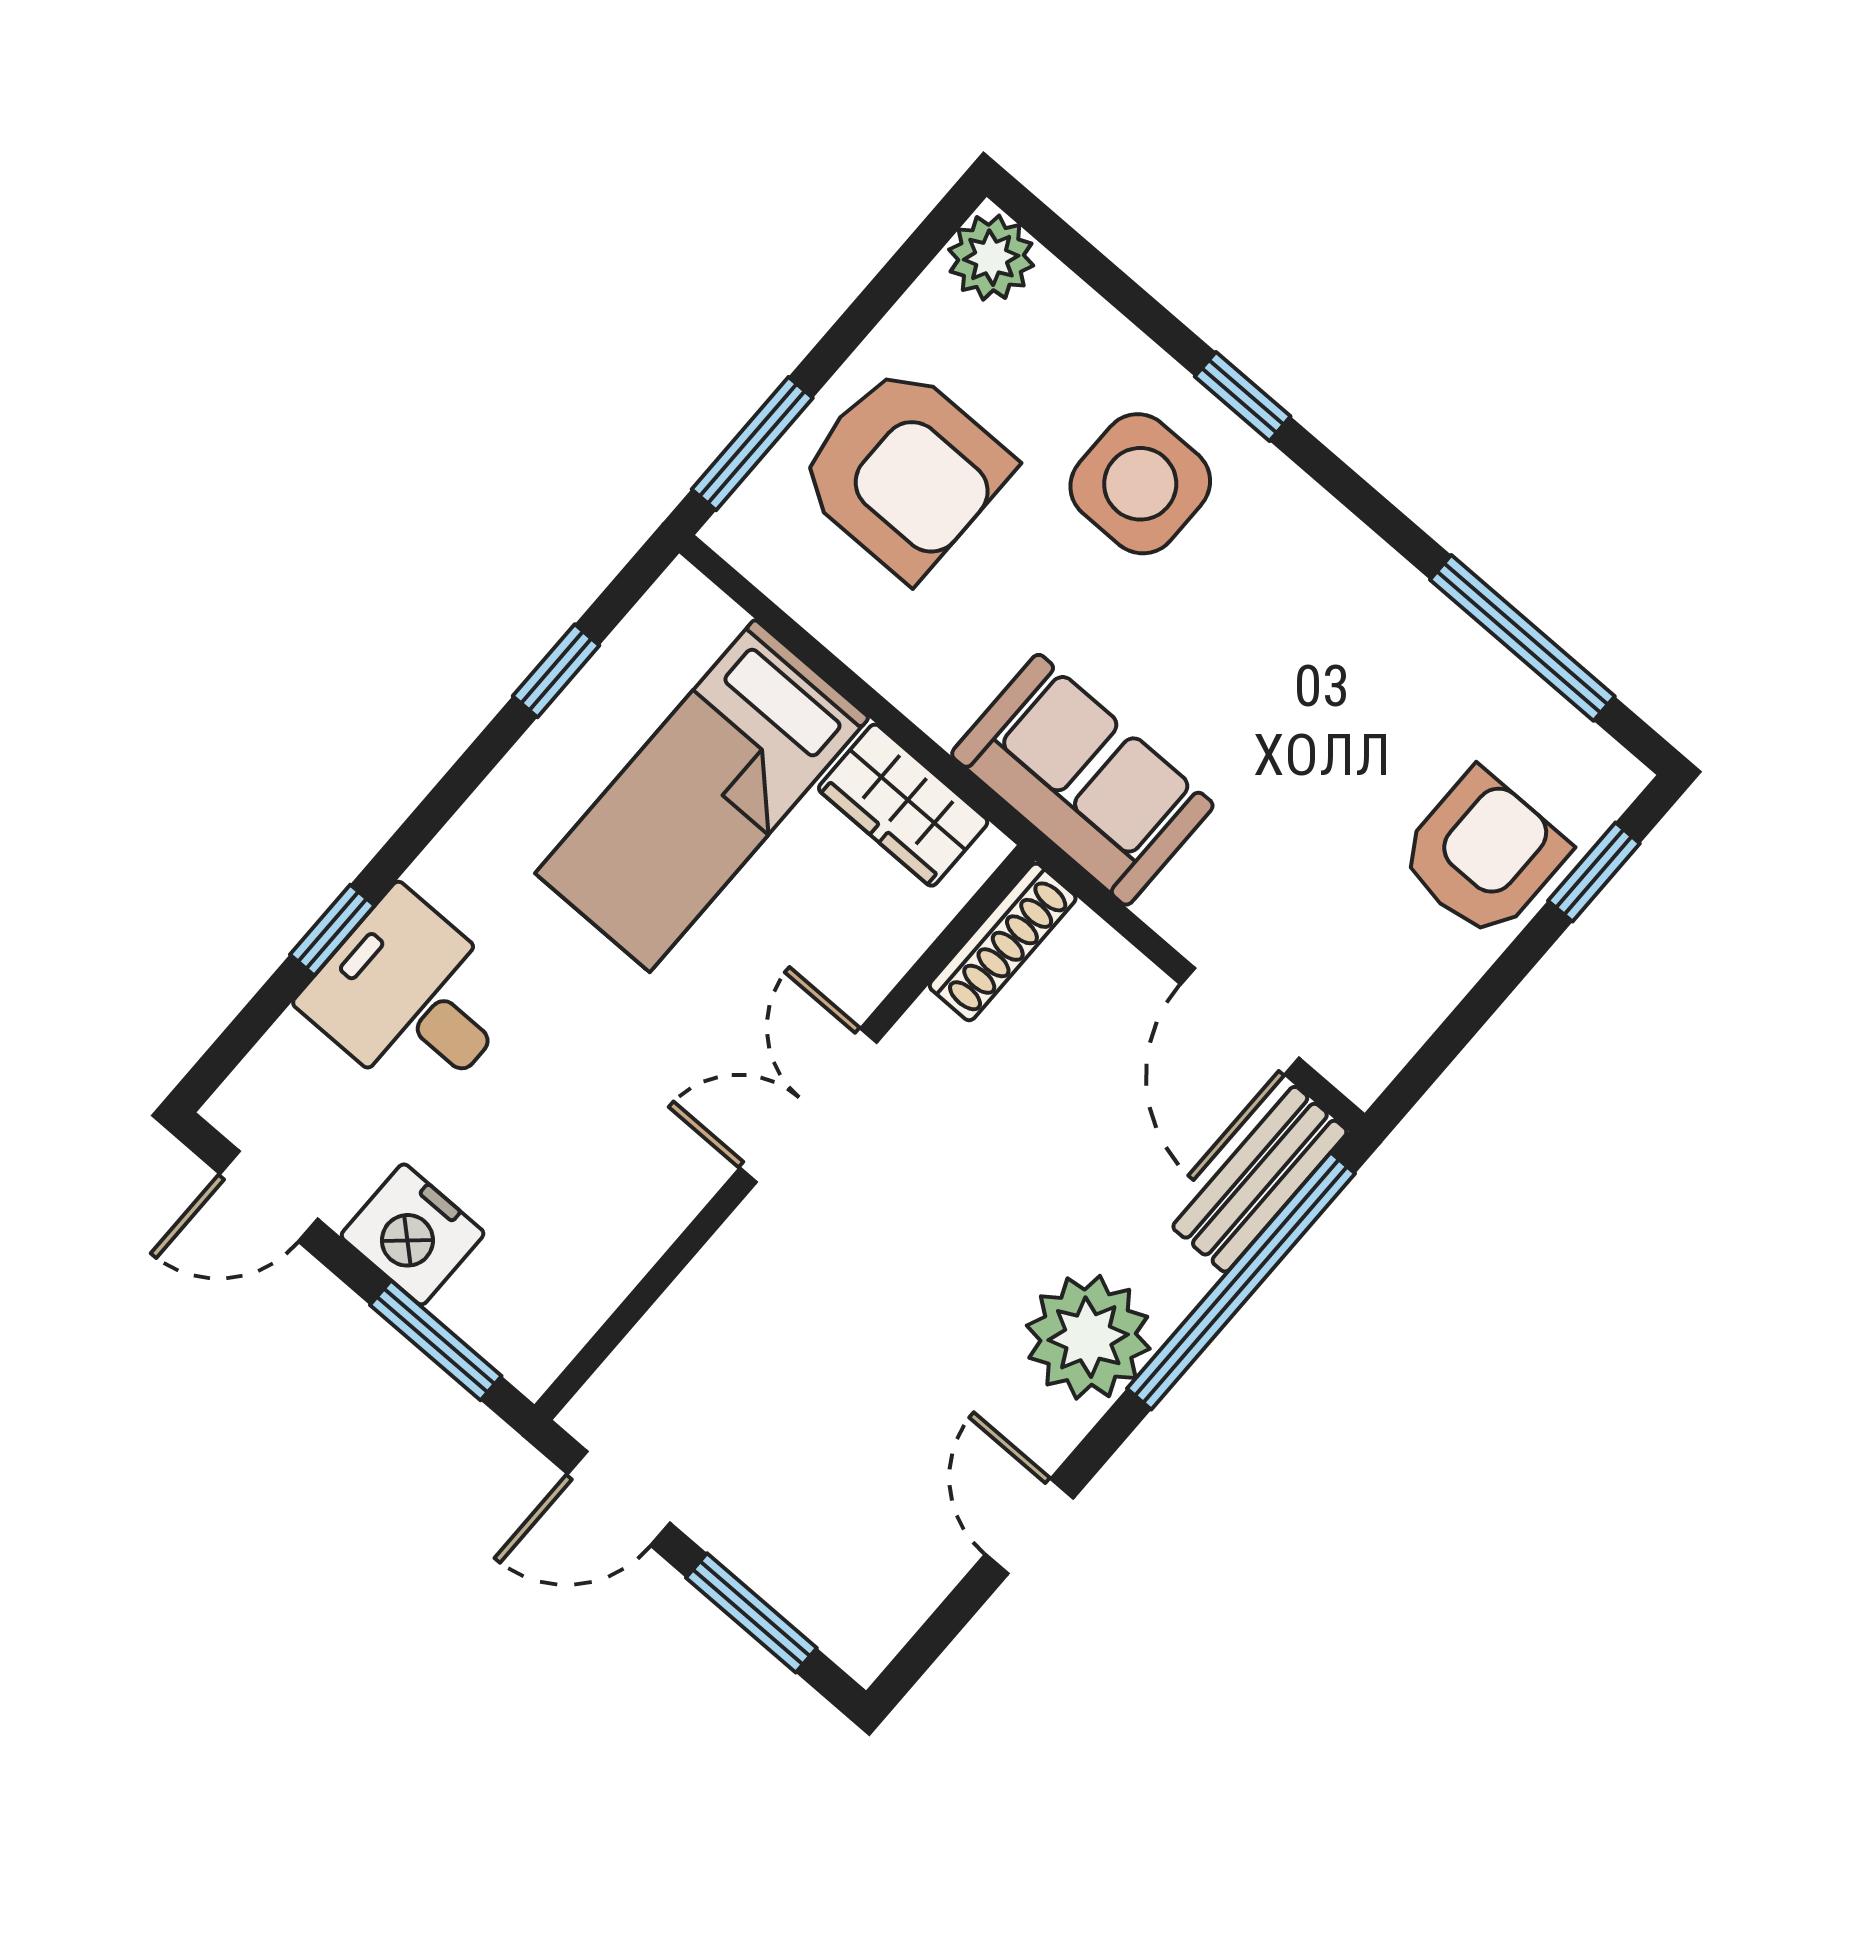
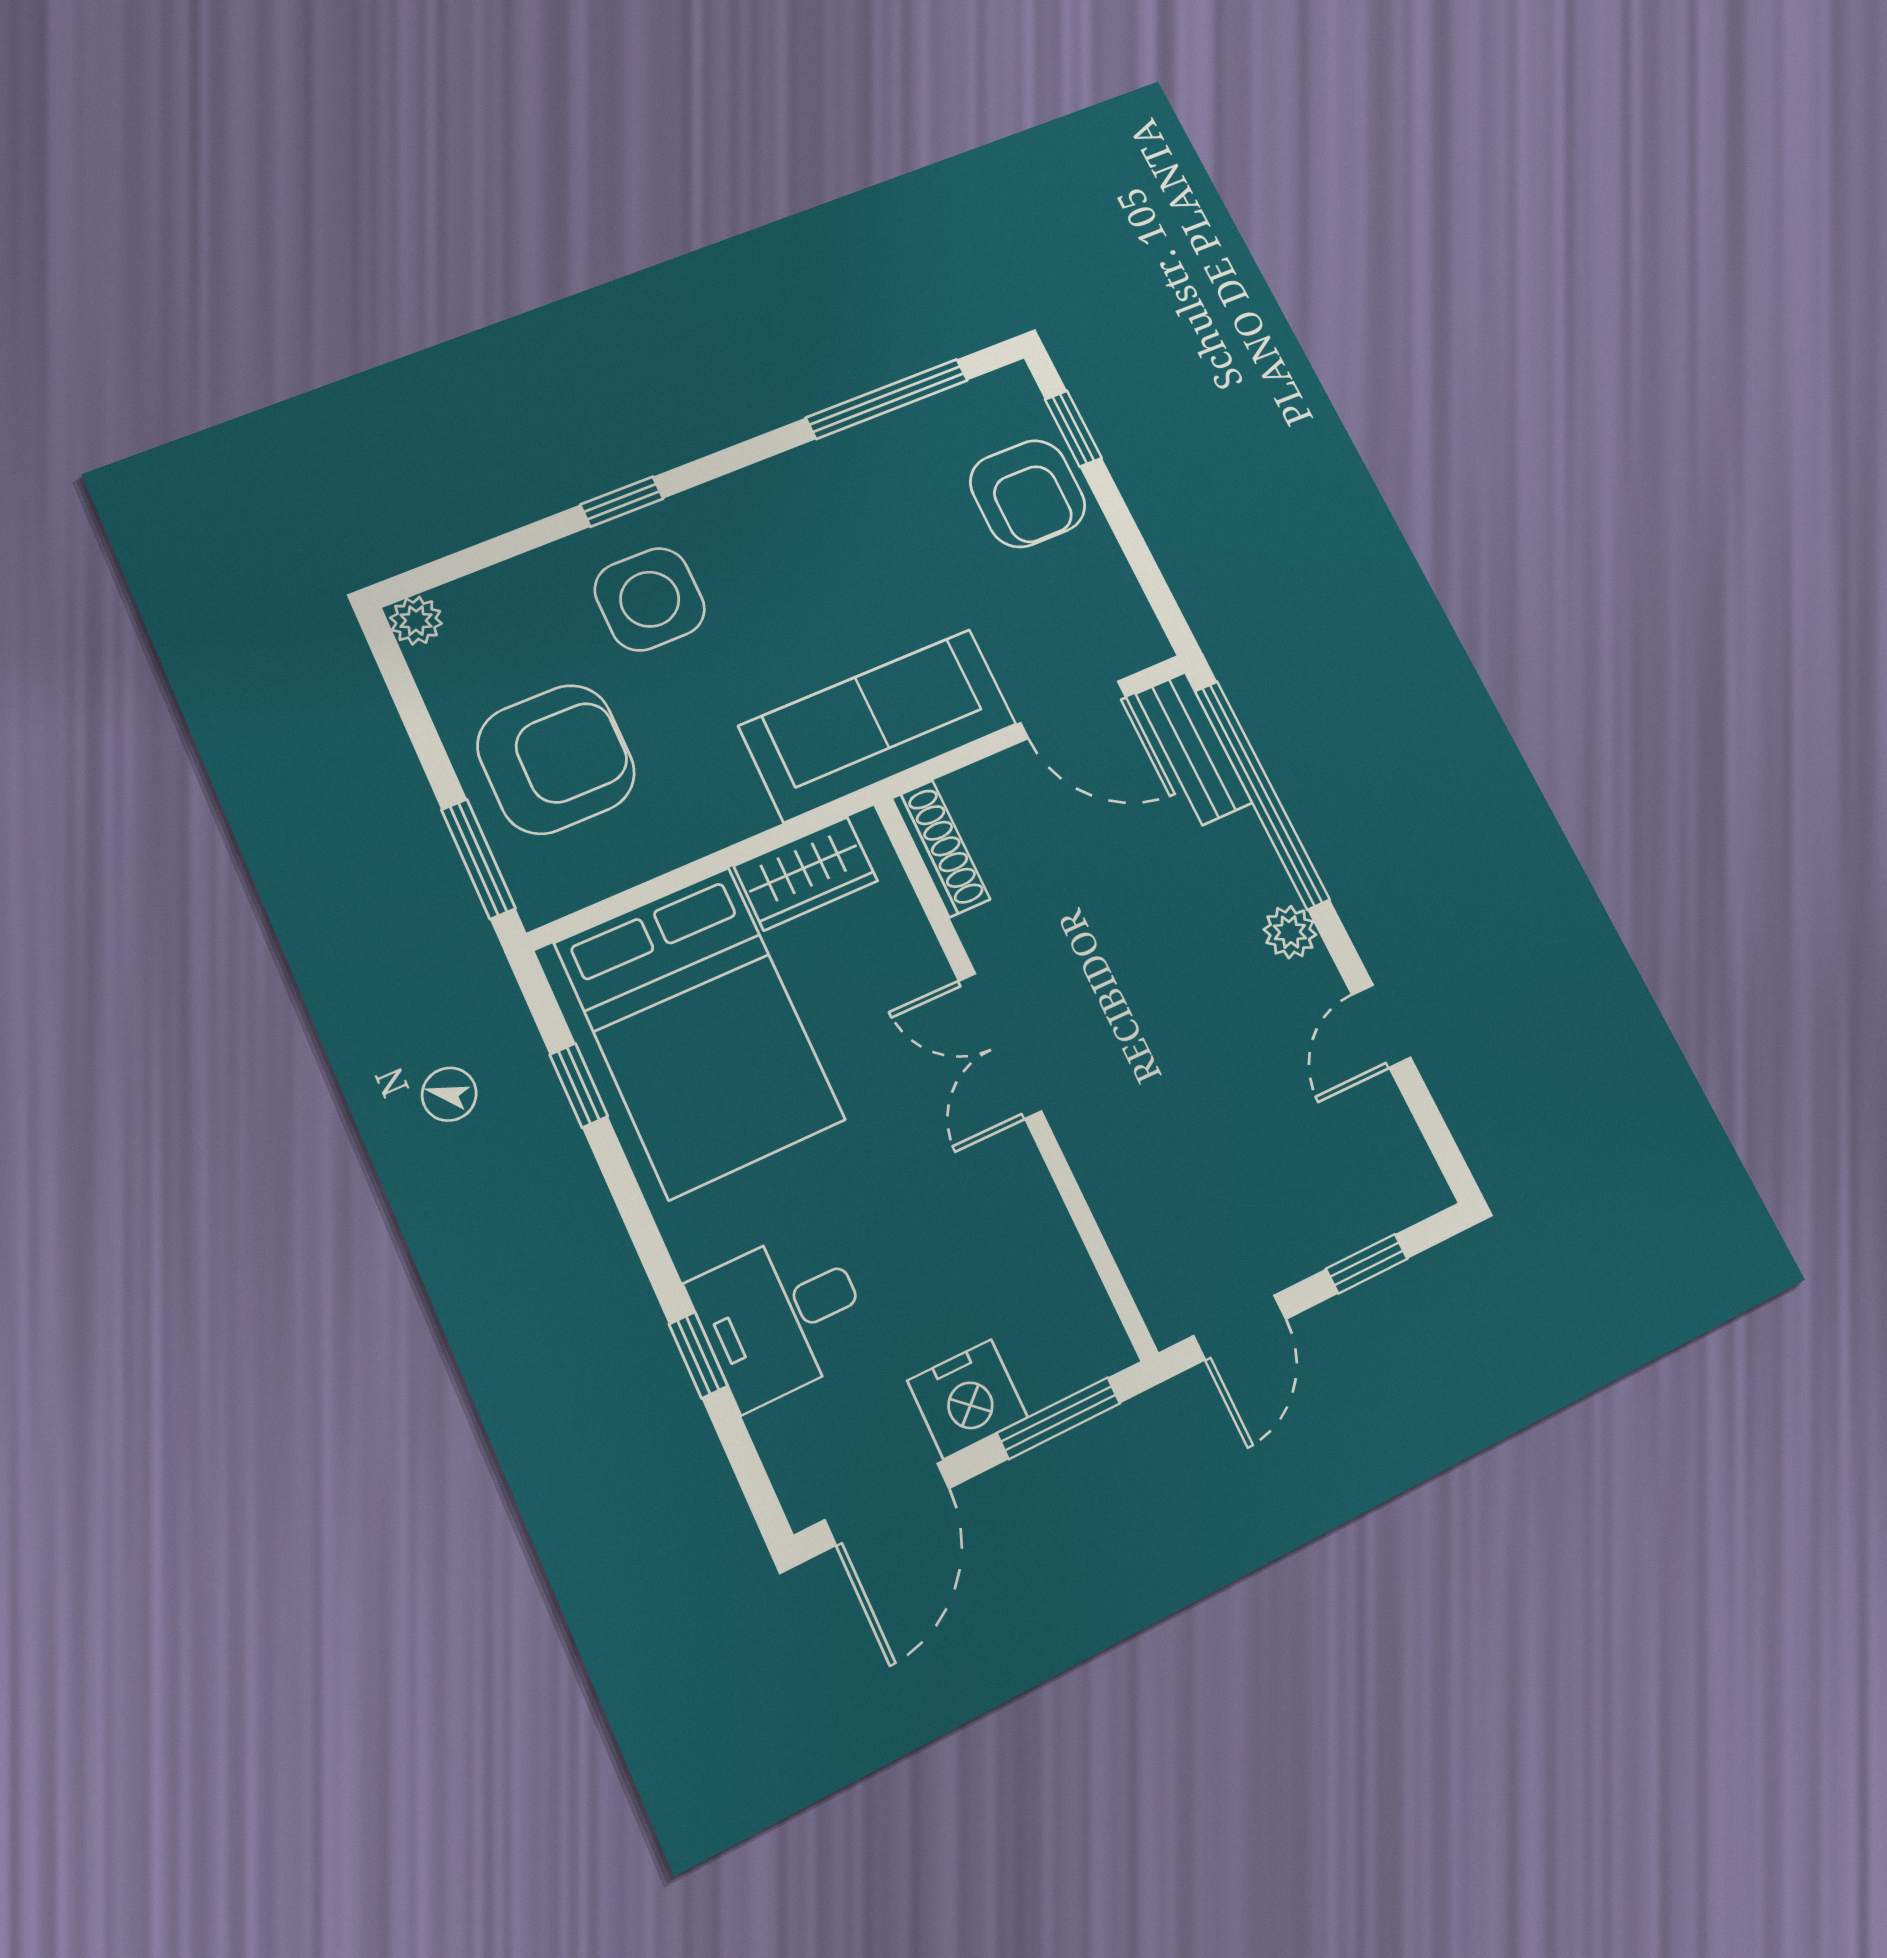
plant: (991, 258) -> (416, 621), width x0.73, depth x0.73
sofa: (1082, 780) -> (878, 725), width x1.36
bed: (702, 796) -> (699, 1031), width x1.50
armchair: (1483, 854) -> (1028, 494), turned 180
door: (269, 1196) -> (887, 1504), width x1.38
plant: (1088, 1337) -> (1290, 932), width x0.53, depth x0.53
door: (1029, 1526) -> (1381, 1026), hinge flipped
window: (751, 1613) -> (1367, 1264), width x0.67

